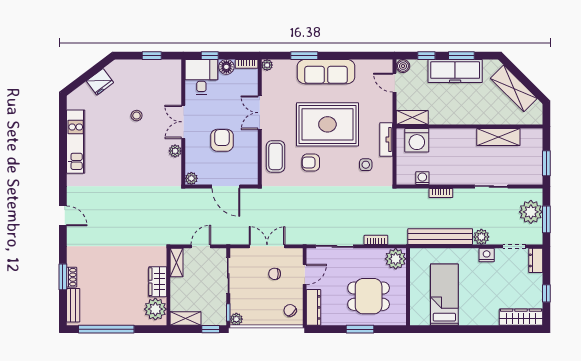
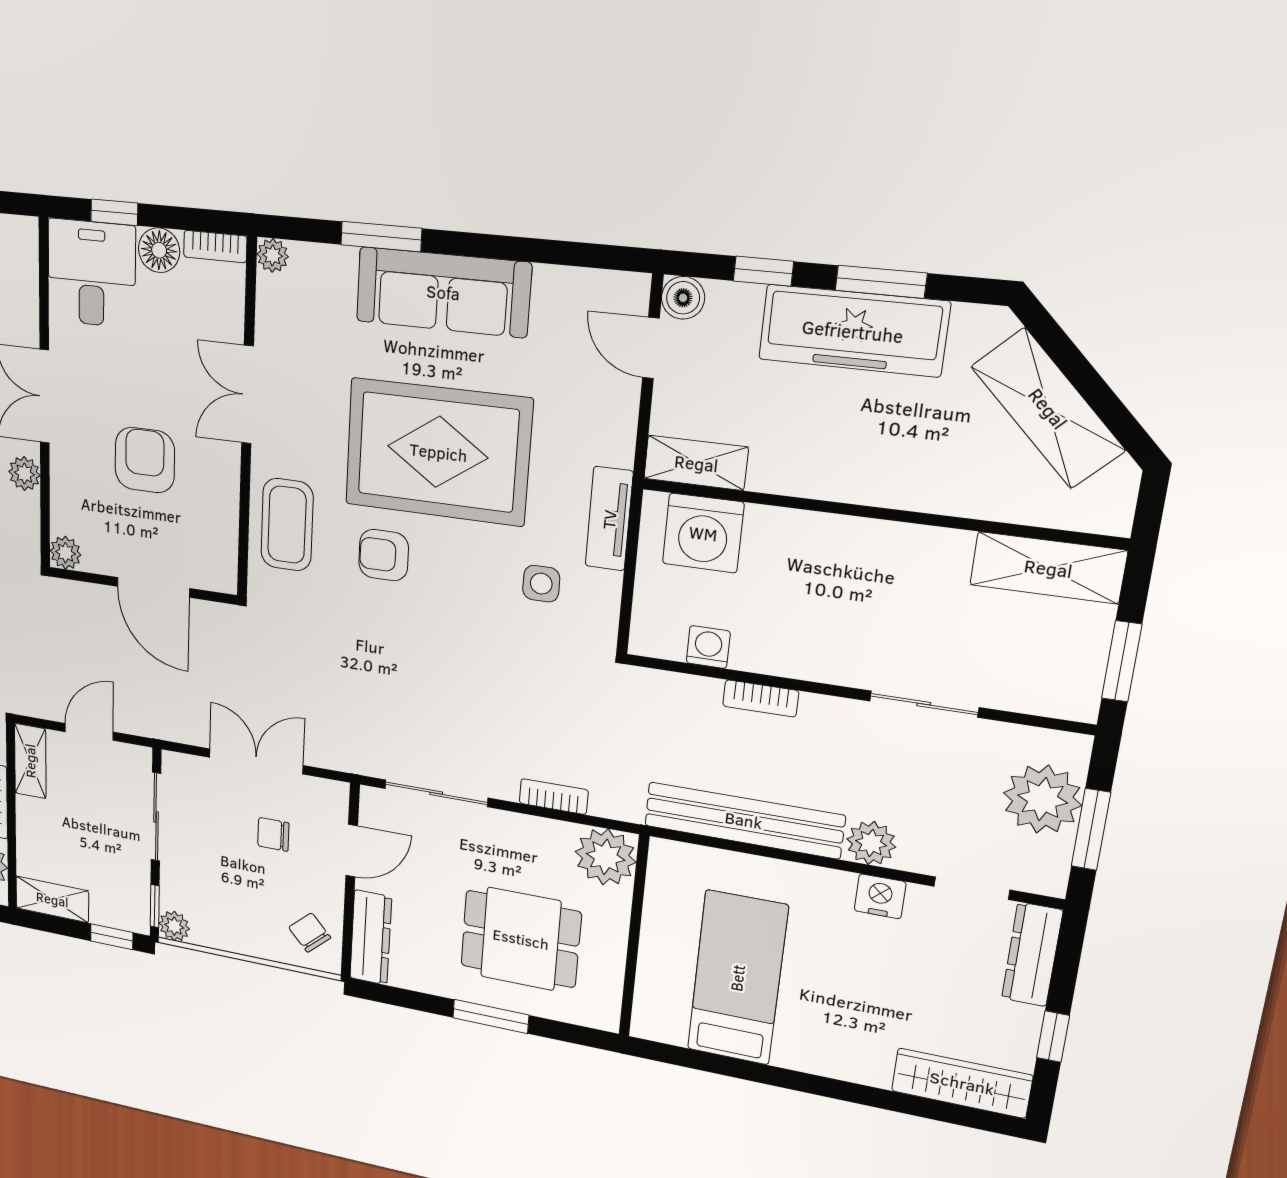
shelving: (498, 137) -> (1048, 568), moved
dresser: (536, 260) -> (1032, 955), width x1.44

